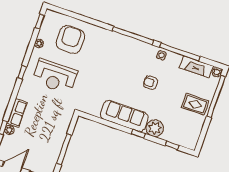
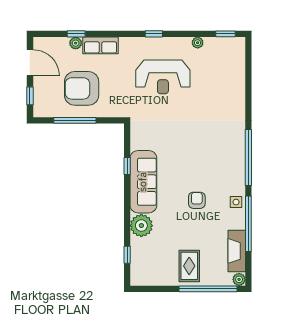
armchair: (70, 40) -> (82, 88), moved, turned 180
reception desk: (55, 76) -> (163, 77), turned -90
window: (138, 134) -> (127, 166), moved

